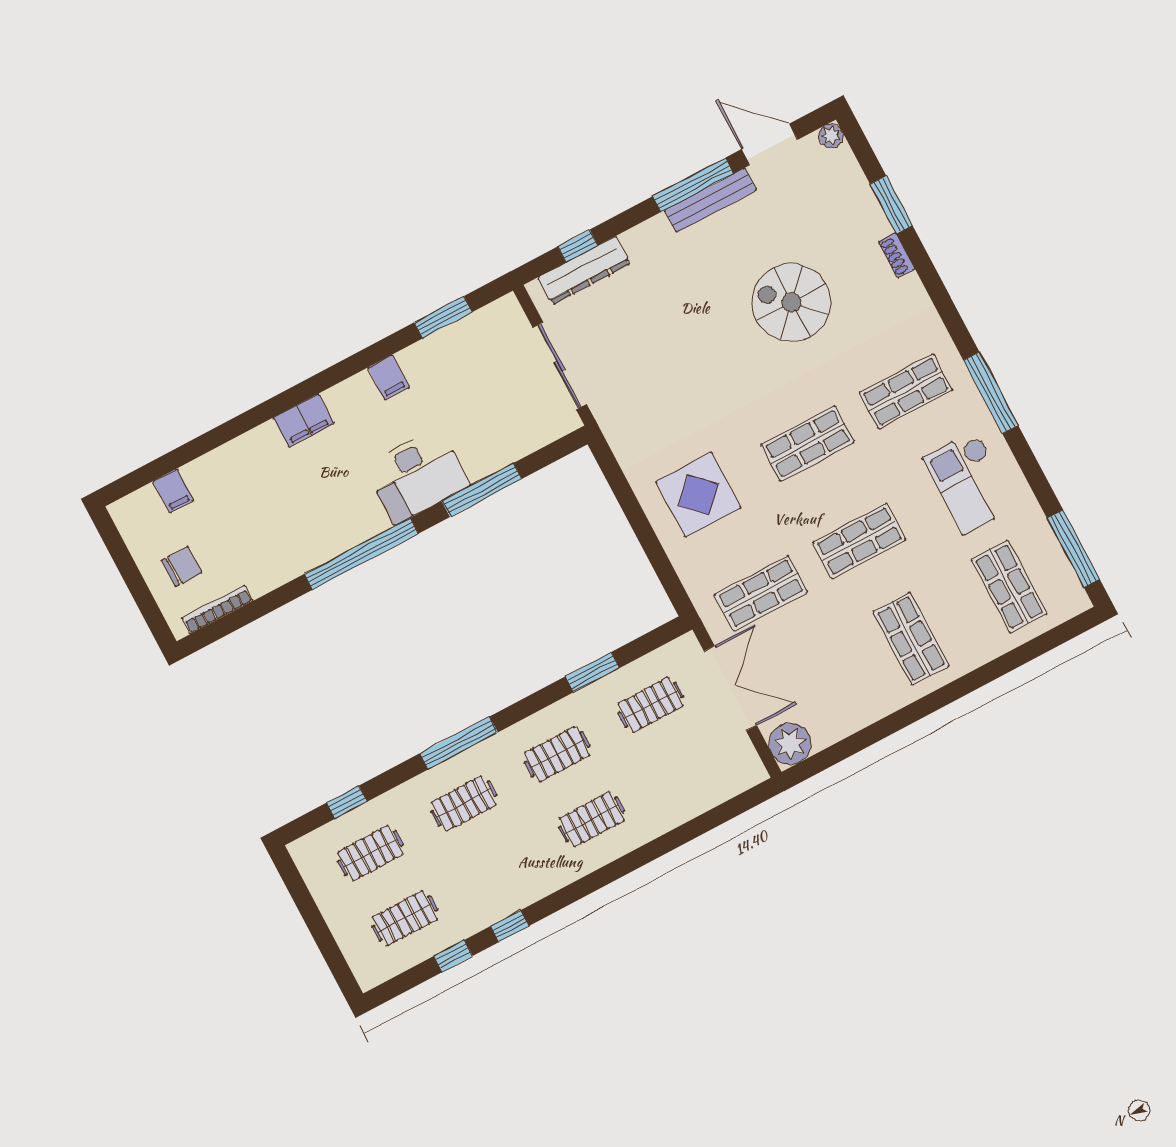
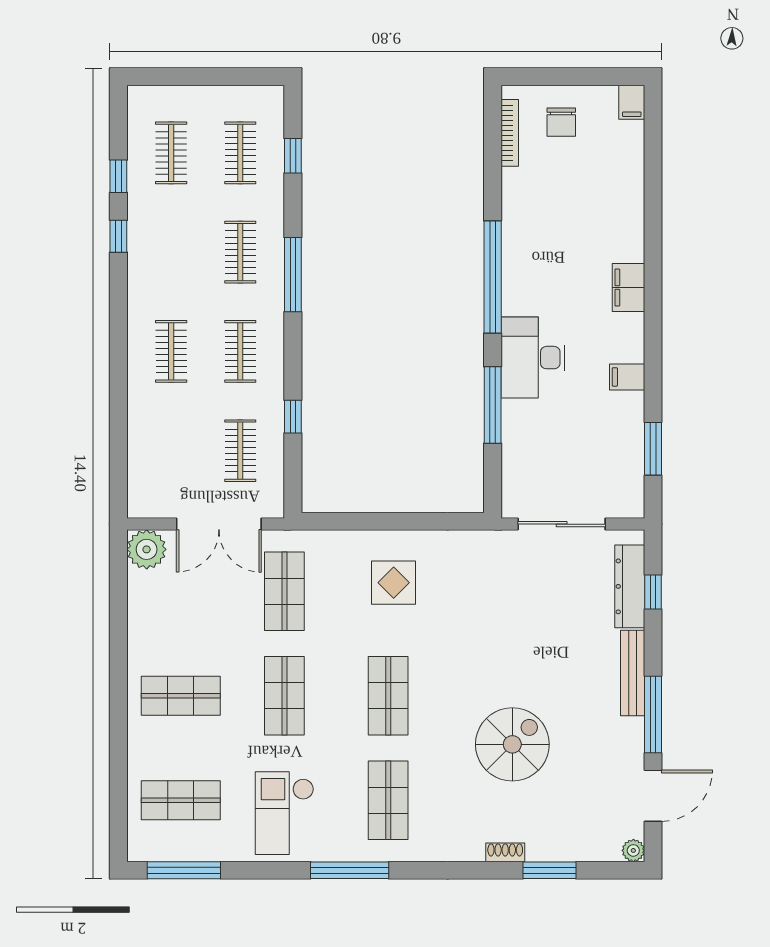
bench: (711, 200) -> (633, 673), moved
checkout: (970, 482) -> (285, 813), turned -90
filing cabinet: (173, 491) -> (632, 102), moved, turned -90
display table: (698, 495) -> (394, 583), width x0.73, depth x0.73
window: (592, 672) -> (293, 417), width x0.67

